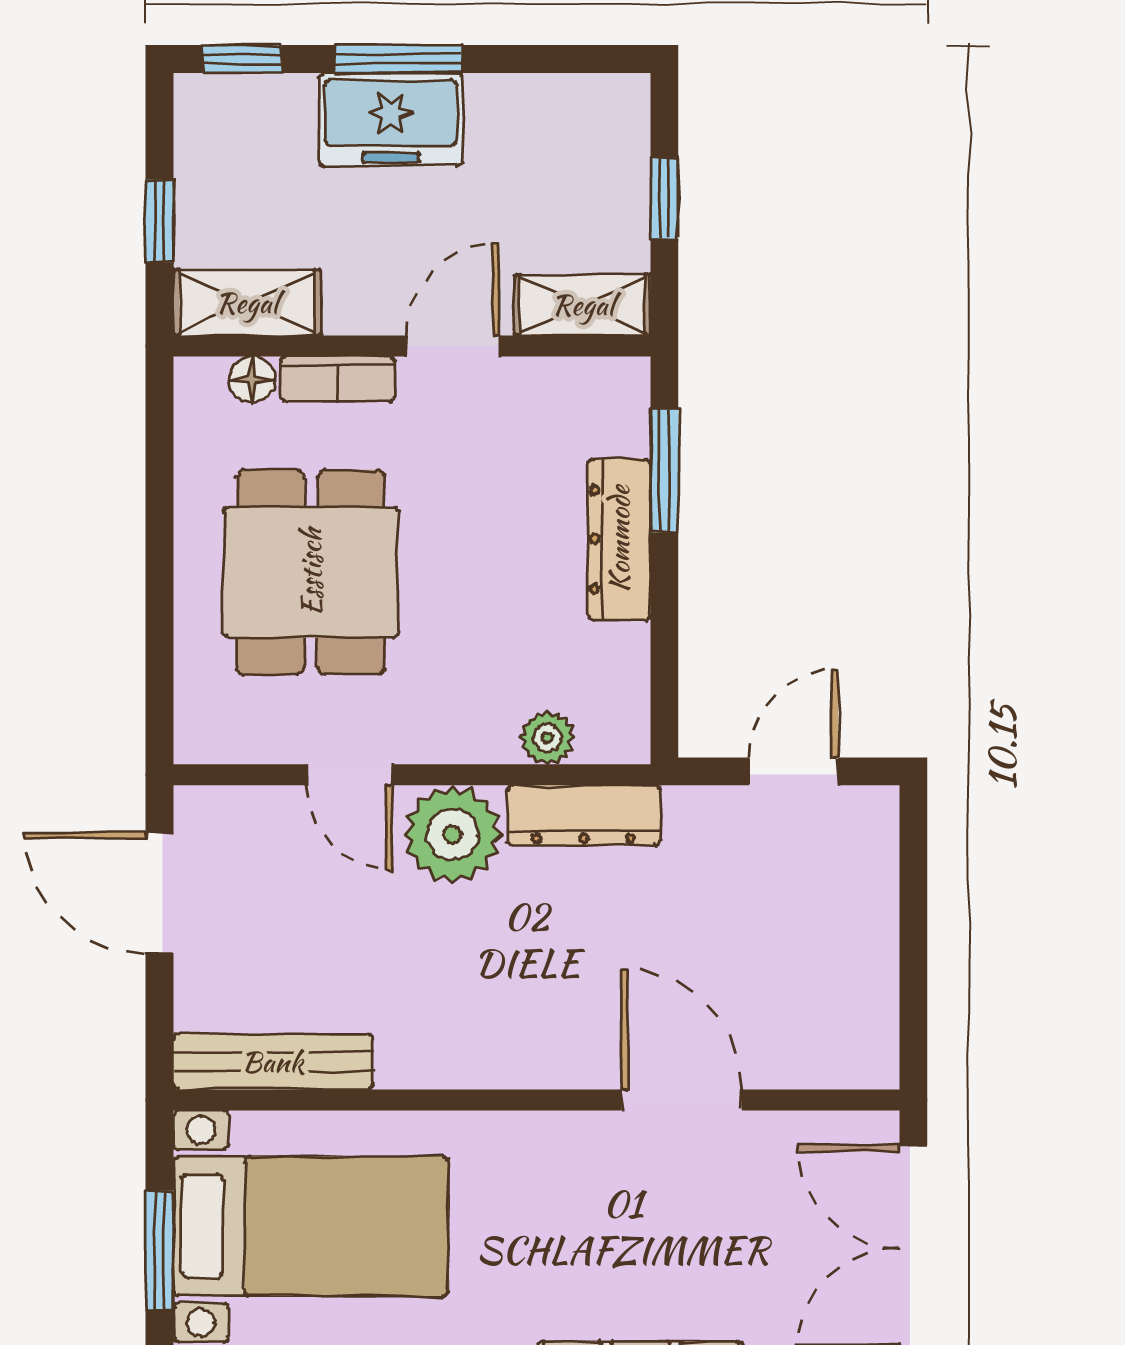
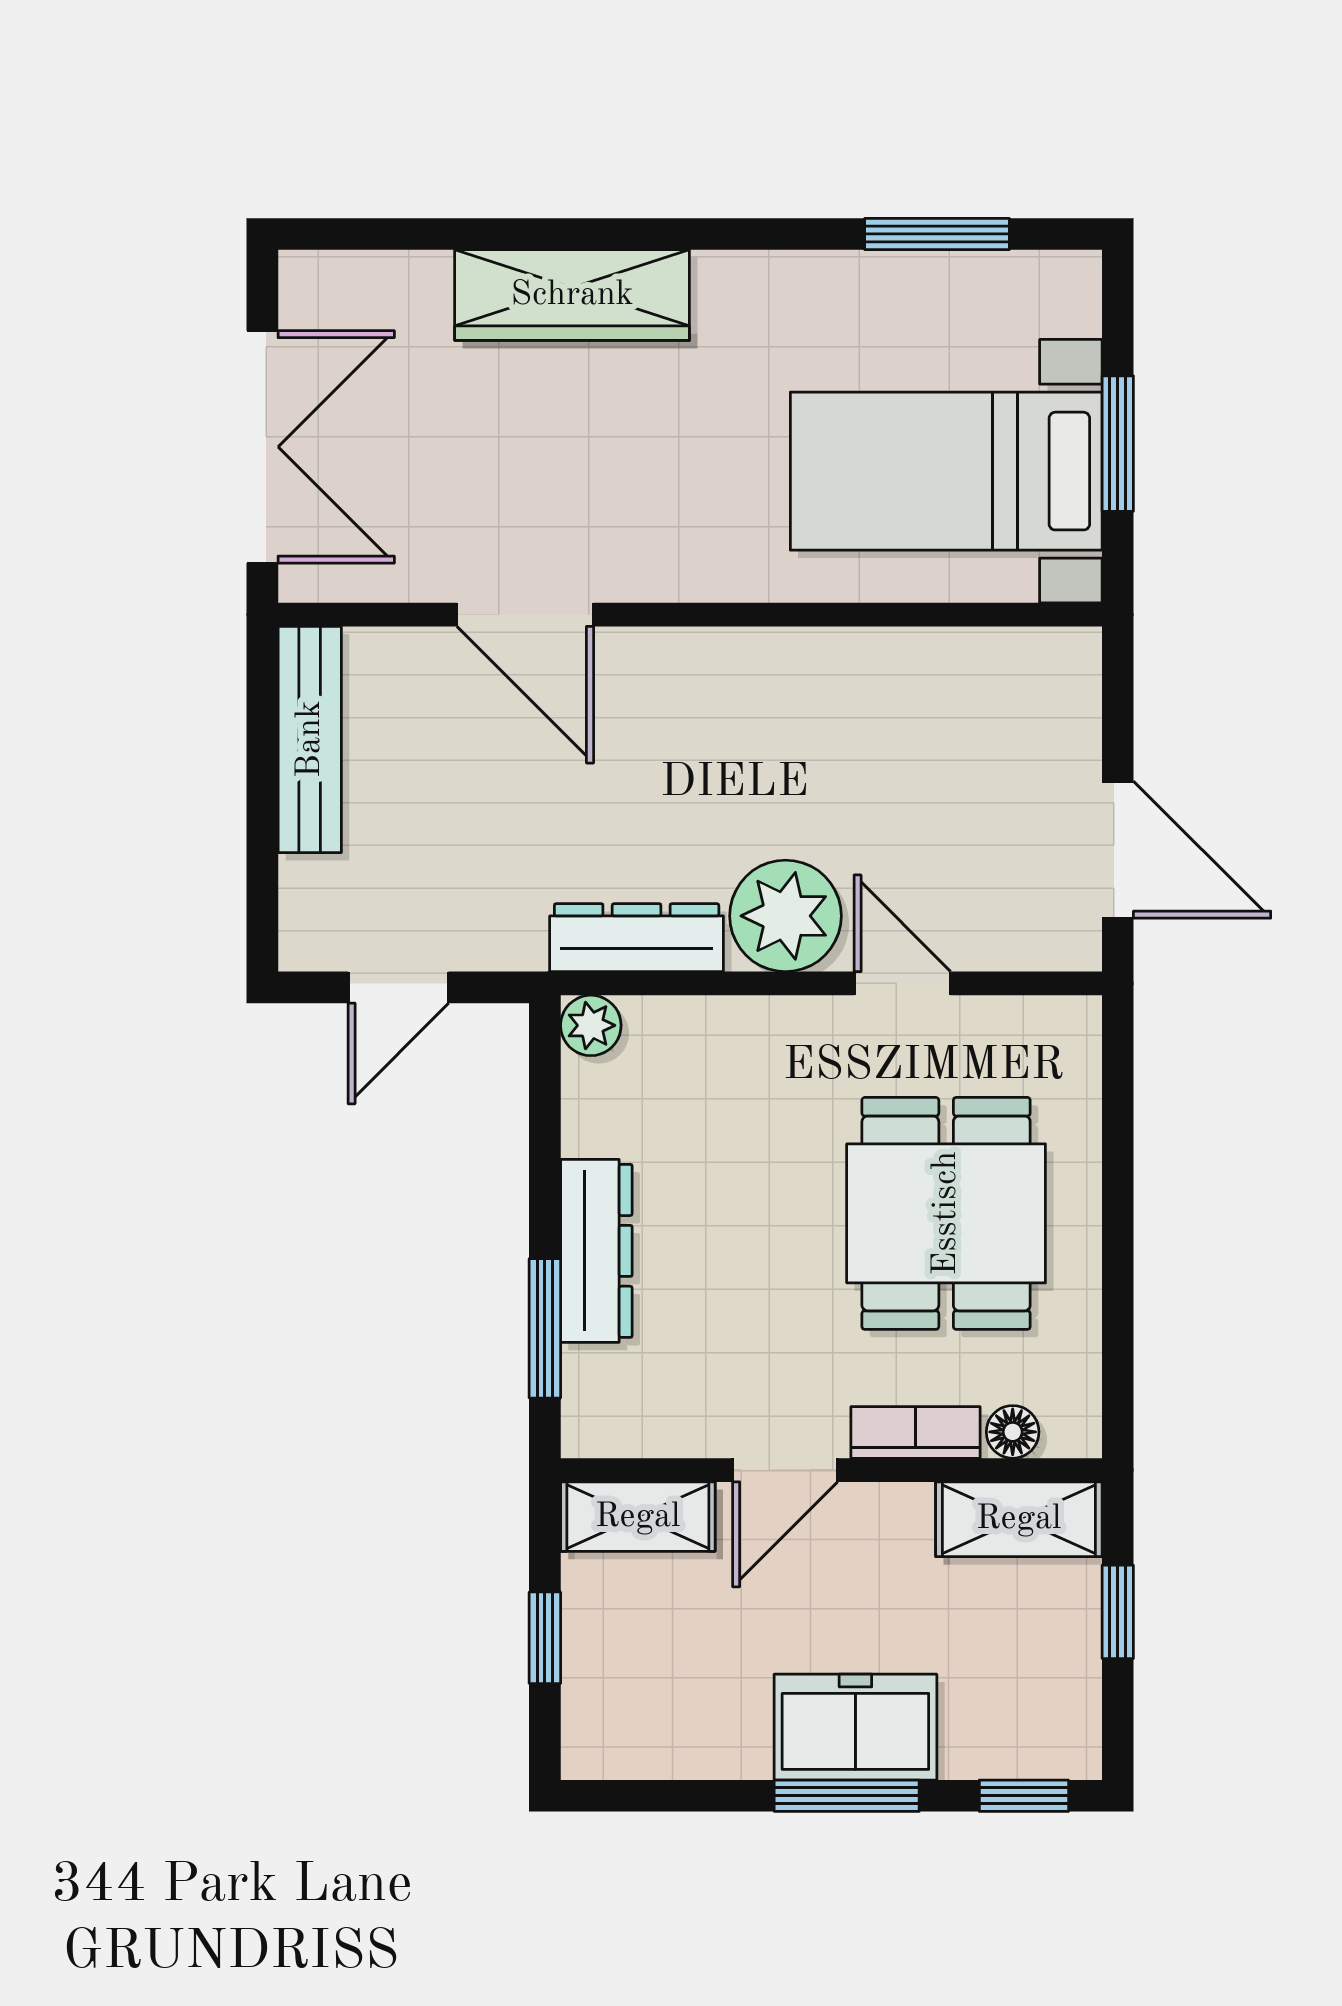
plant: (547, 738) -> (591, 1025), moved
bench: (273, 1062) -> (310, 739), moved, turned 90

